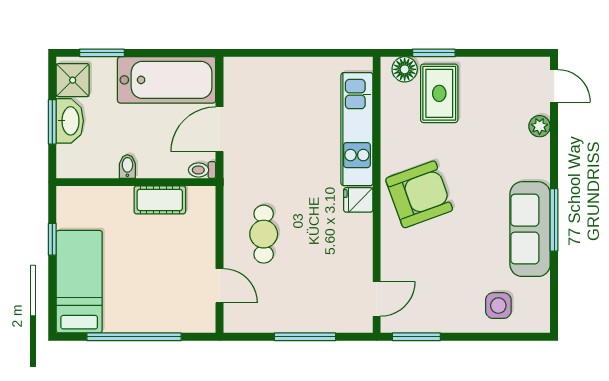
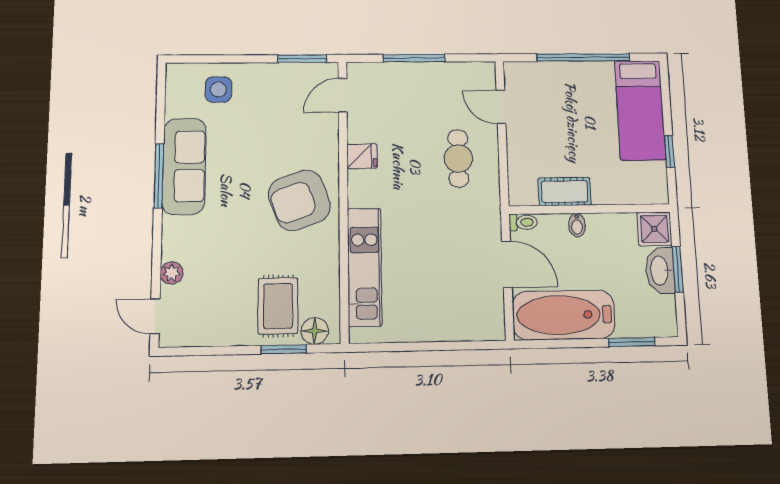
shower: (73, 80) -> (654, 229), moved
door: (220, 129) -> (507, 264), hinge flipped
bidet: (127, 167) -> (577, 225), moved
fridge: (358, 200) -> (362, 156), moved

